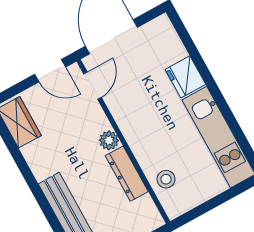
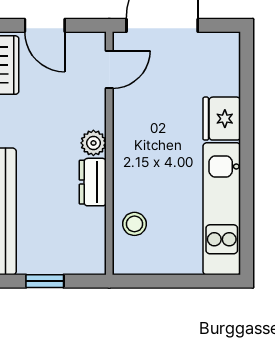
door: (50, 71) -> (45, 25), moved
dresser: (127, 174) -> (93, 182), width x0.70

